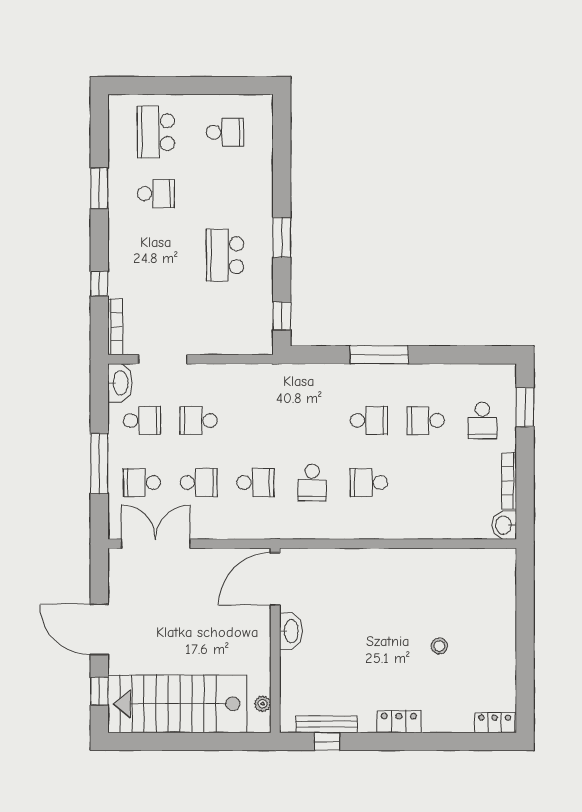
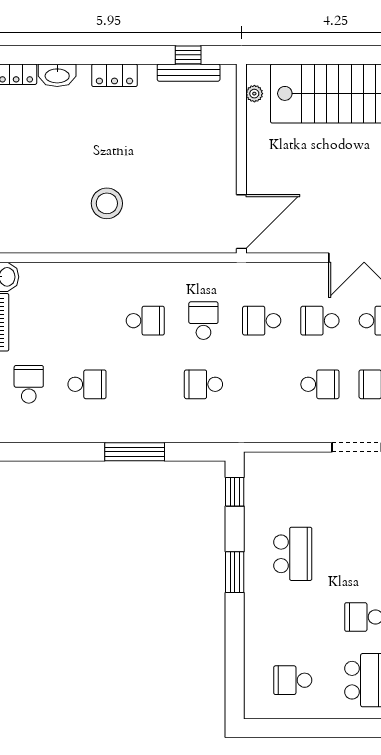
school desk: (369, 420) -> (203, 384), moved
washbasin: (291, 631) -> (57, 75), moved, turned -90
stool: (439, 646) -> (107, 203), moved, width x1.89, depth x1.89

